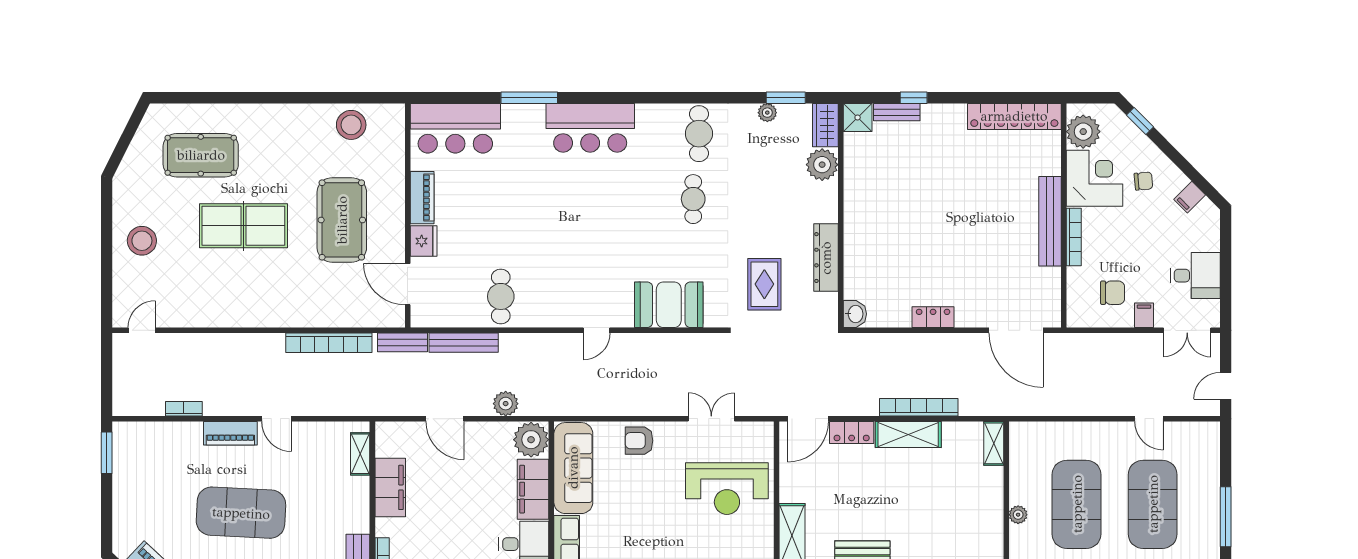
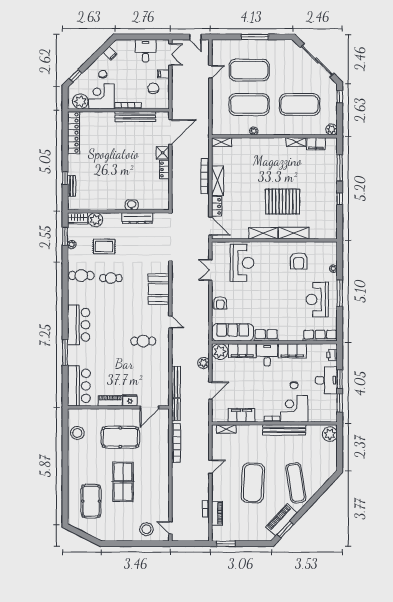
shower: (858, 117) -> (163, 153), moved
bench: (1050, 221) -> (135, 117), moved
stool: (142, 241) -> (146, 529), moved
rug: (764, 284) -> (104, 246), moved
cafe table: (501, 296) -> (143, 341), moved
washbasin: (855, 314) -> (132, 205), moved
piano: (230, 433) -> (217, 513), moved

